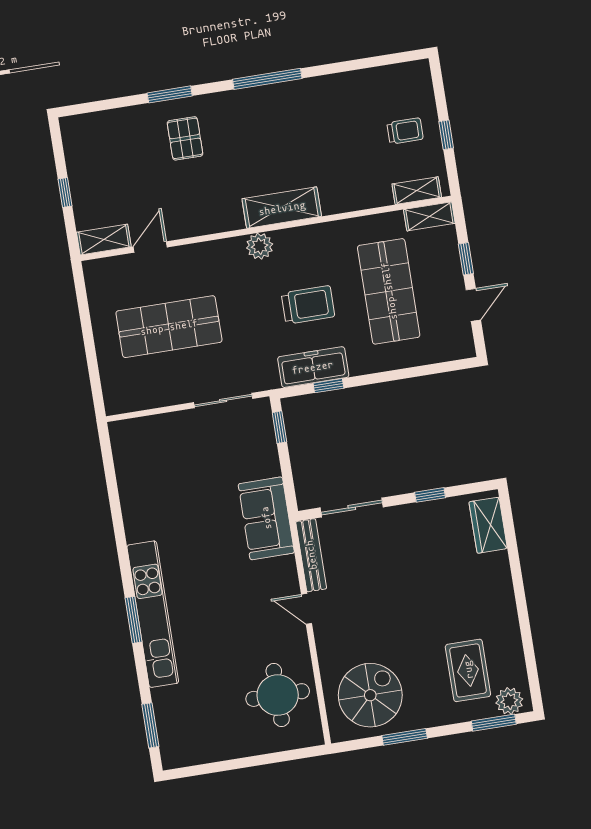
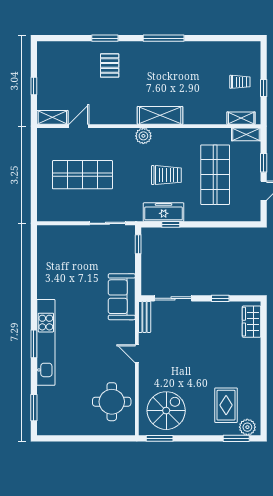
bench: (311, 555) -> (145, 317), width x0.73
window: (405, 737) -> (160, 438), moved

